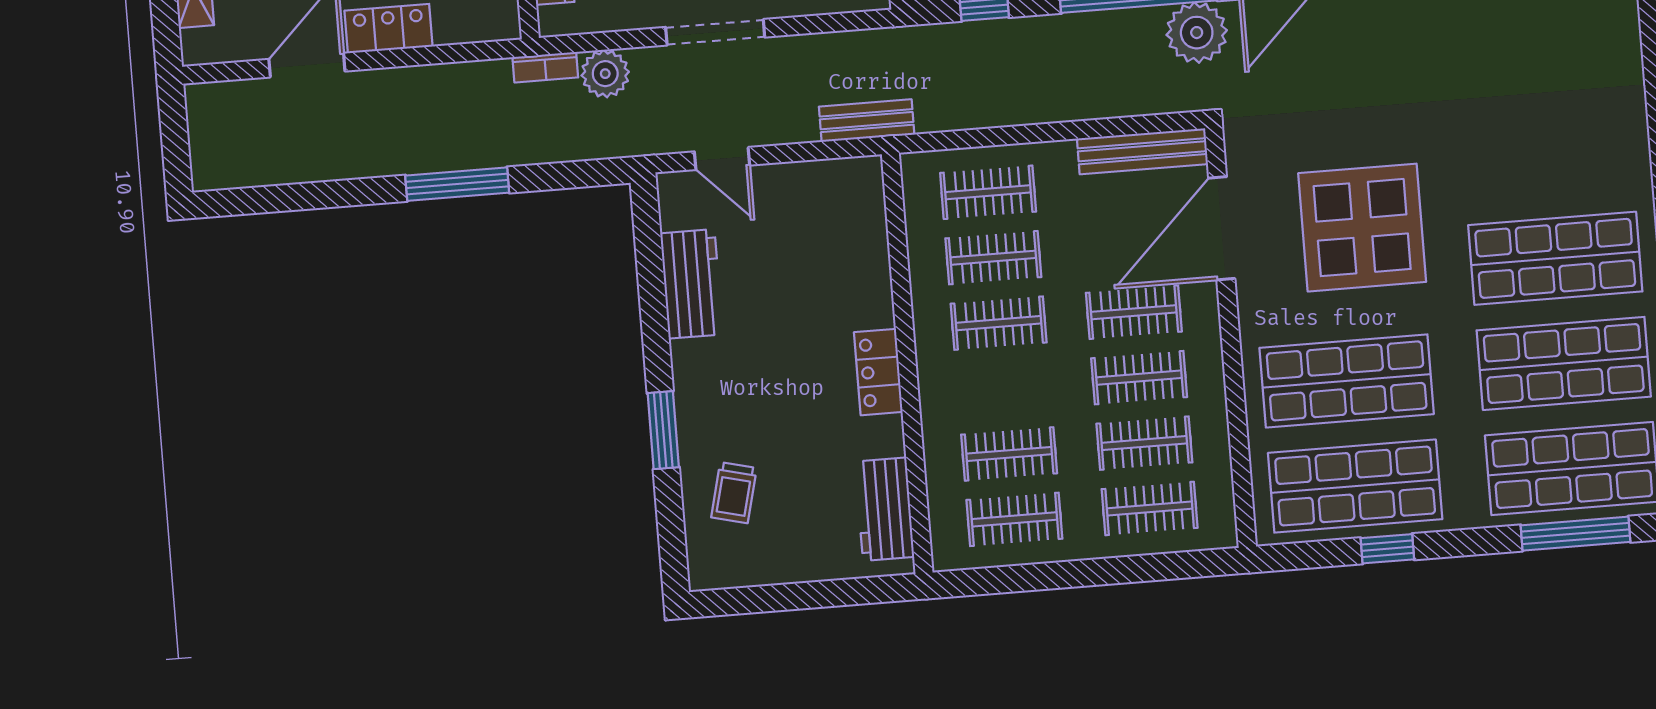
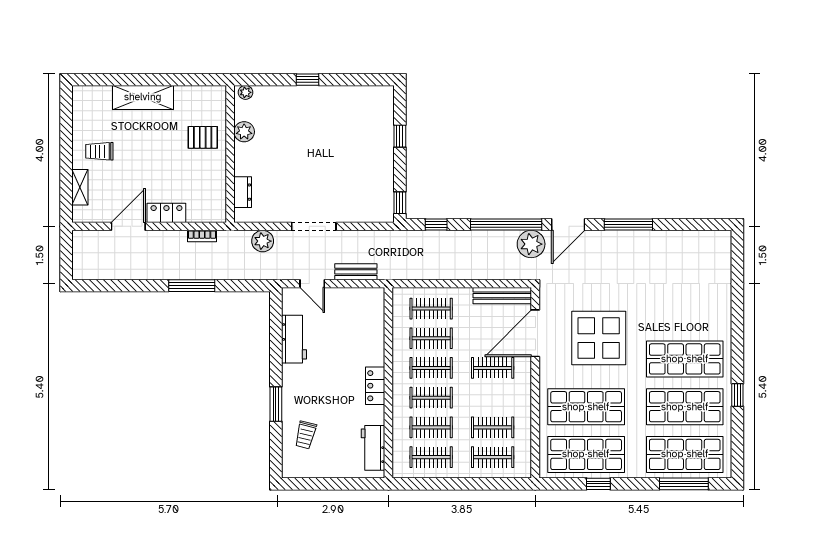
bookcase: (545, 67) -> (202, 236), moved
bench: (867, 121) -> (356, 272), moved
clothes rail: (1139, 378) -> (431, 398), moved

